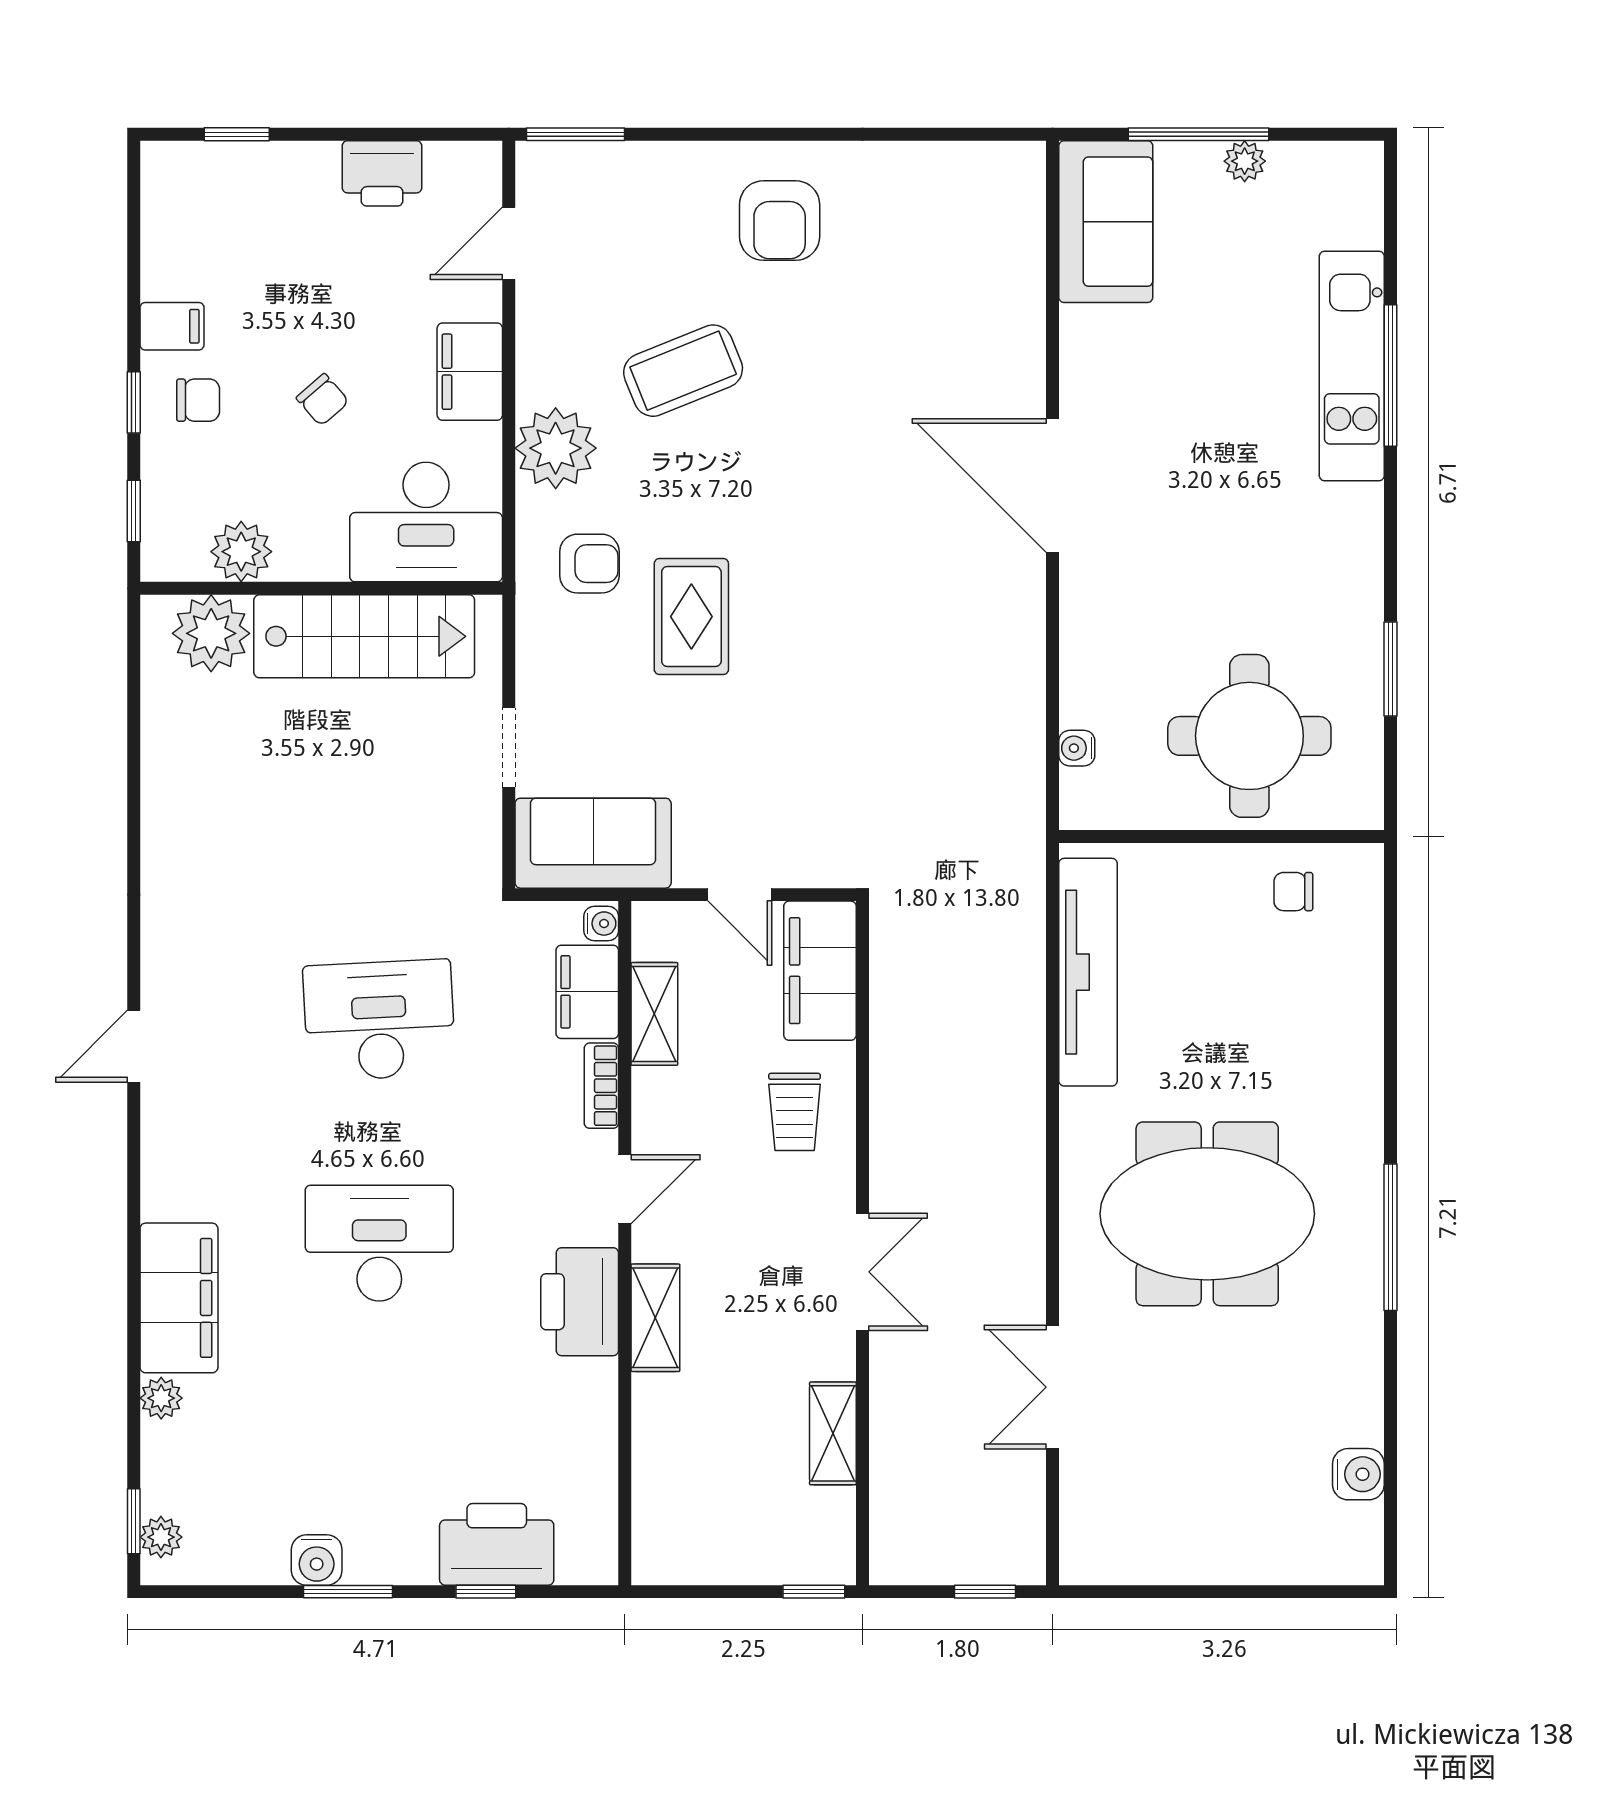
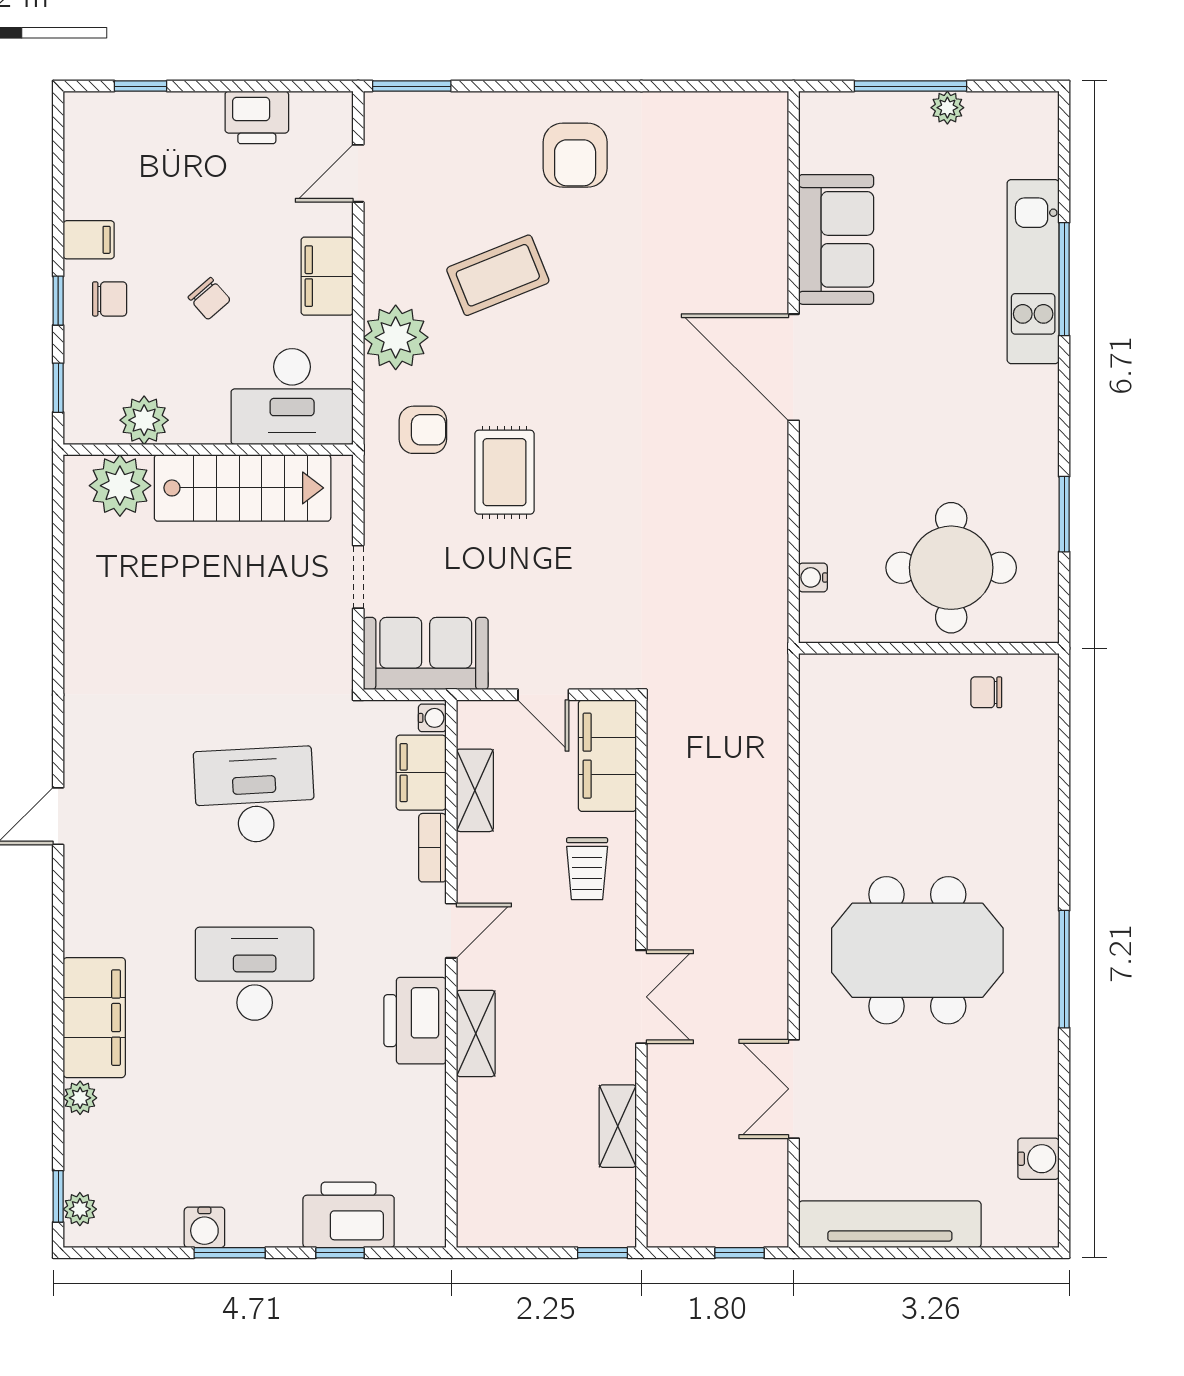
sofa: (1106, 222) -> (836, 239), moved
tv unit: (1088, 972) -> (890, 1224), moved, turned -90

